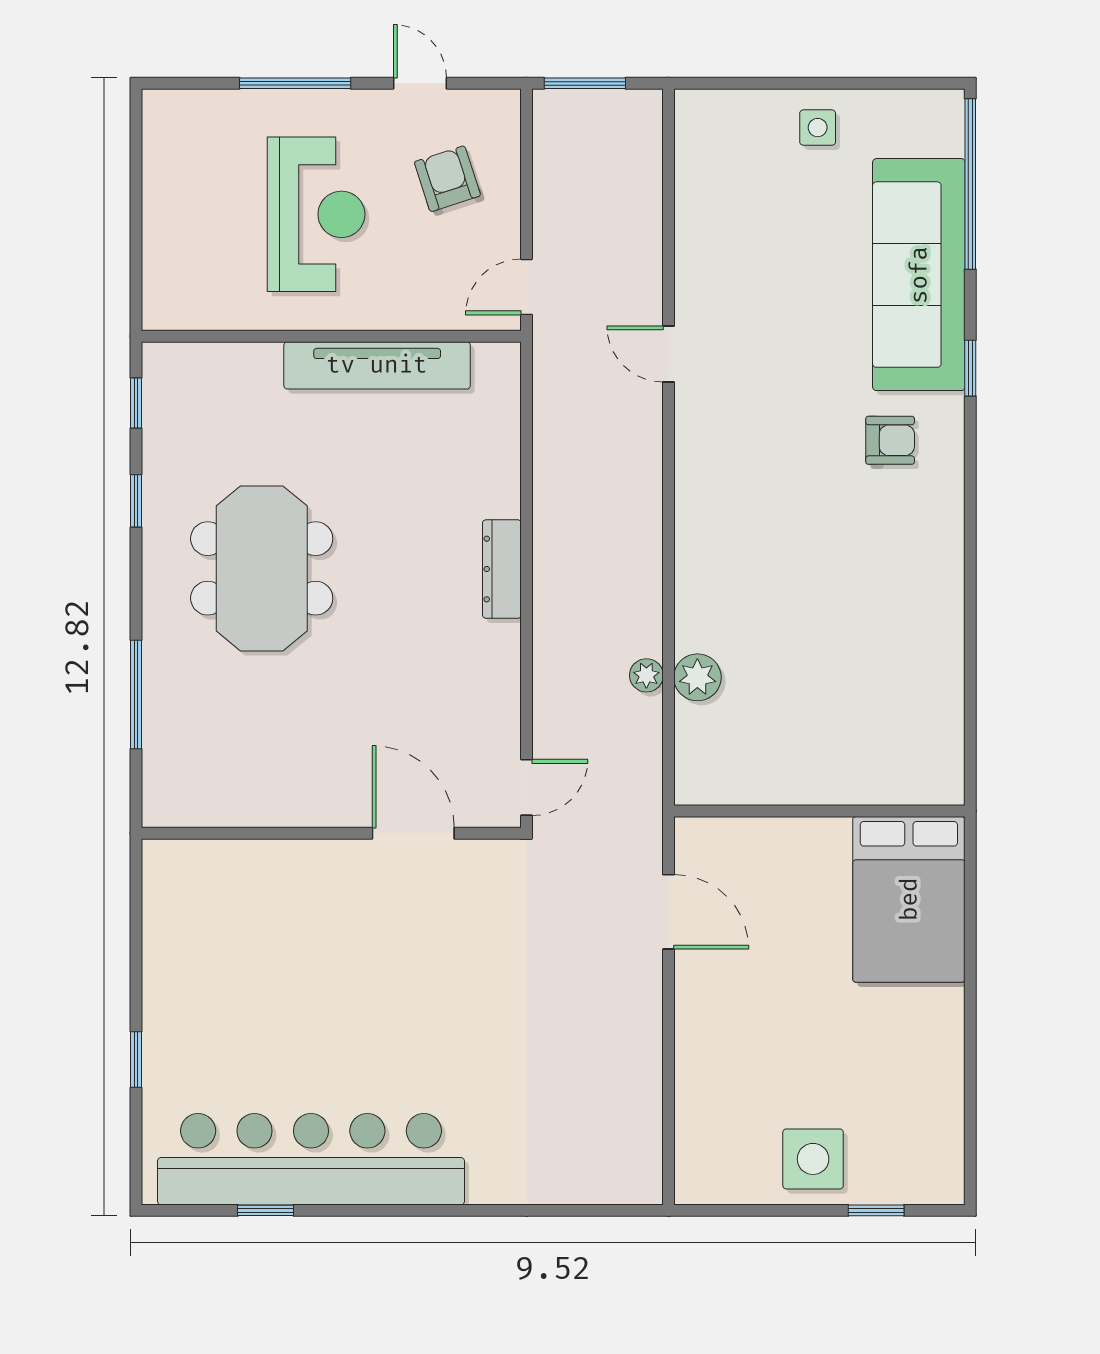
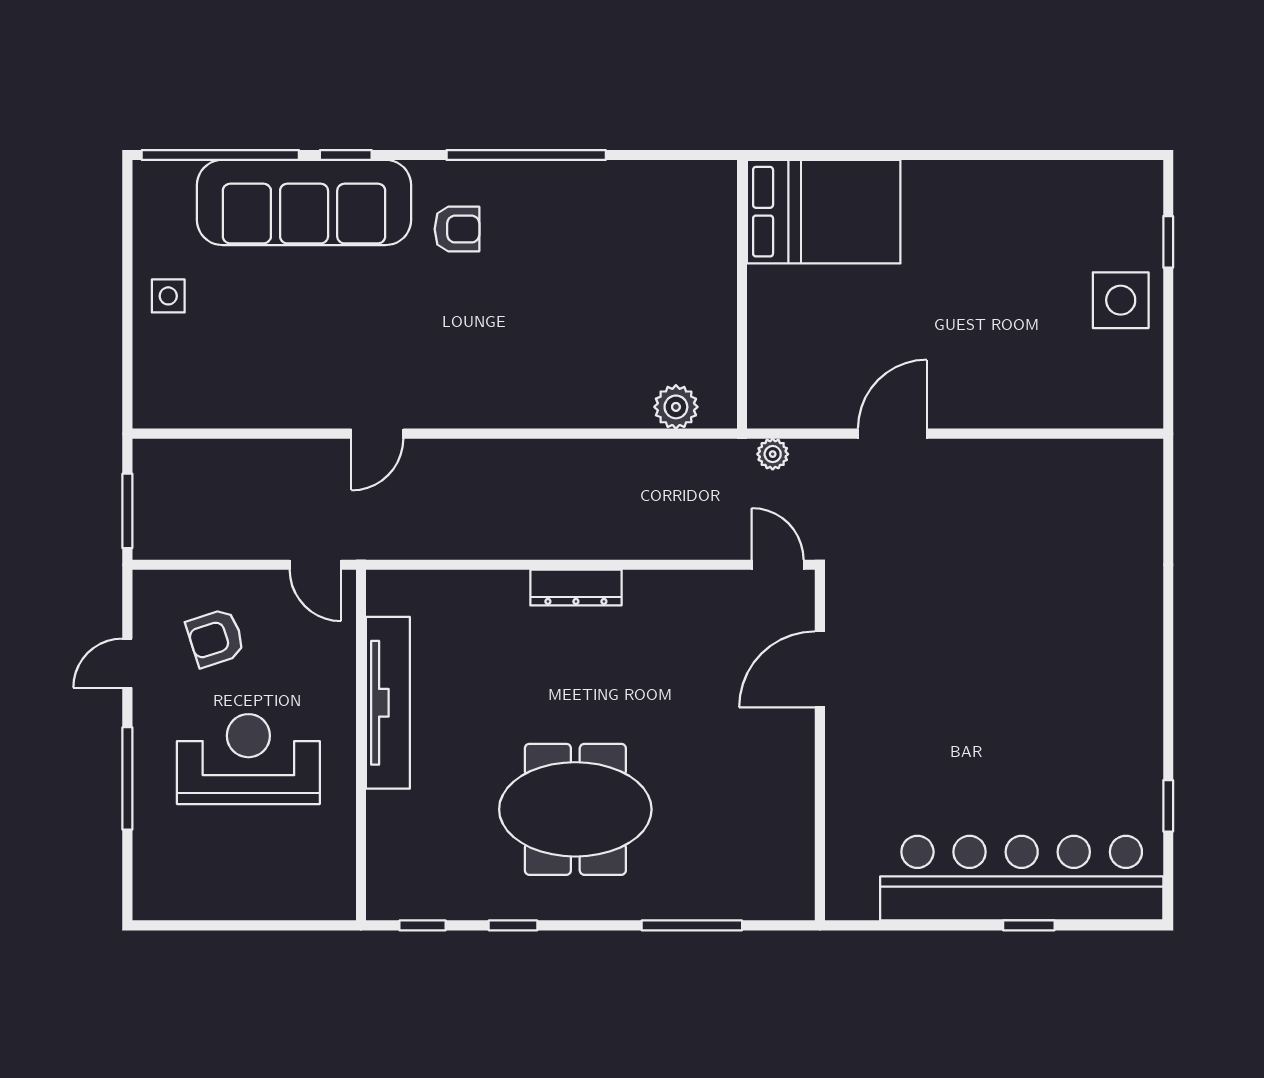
window: (970, 368) -> (346, 155), moved
armchair: (890, 440) -> (457, 229), turned 90
window: (970, 515) -> (526, 155), added
plant: (646, 675) -> (773, 454), moved
wall: (819, 811) -> (742, 294), moved
bed: (909, 899) -> (824, 212), moved
bar counter: (311, 1159) -> (1022, 878), moved, turned 90

